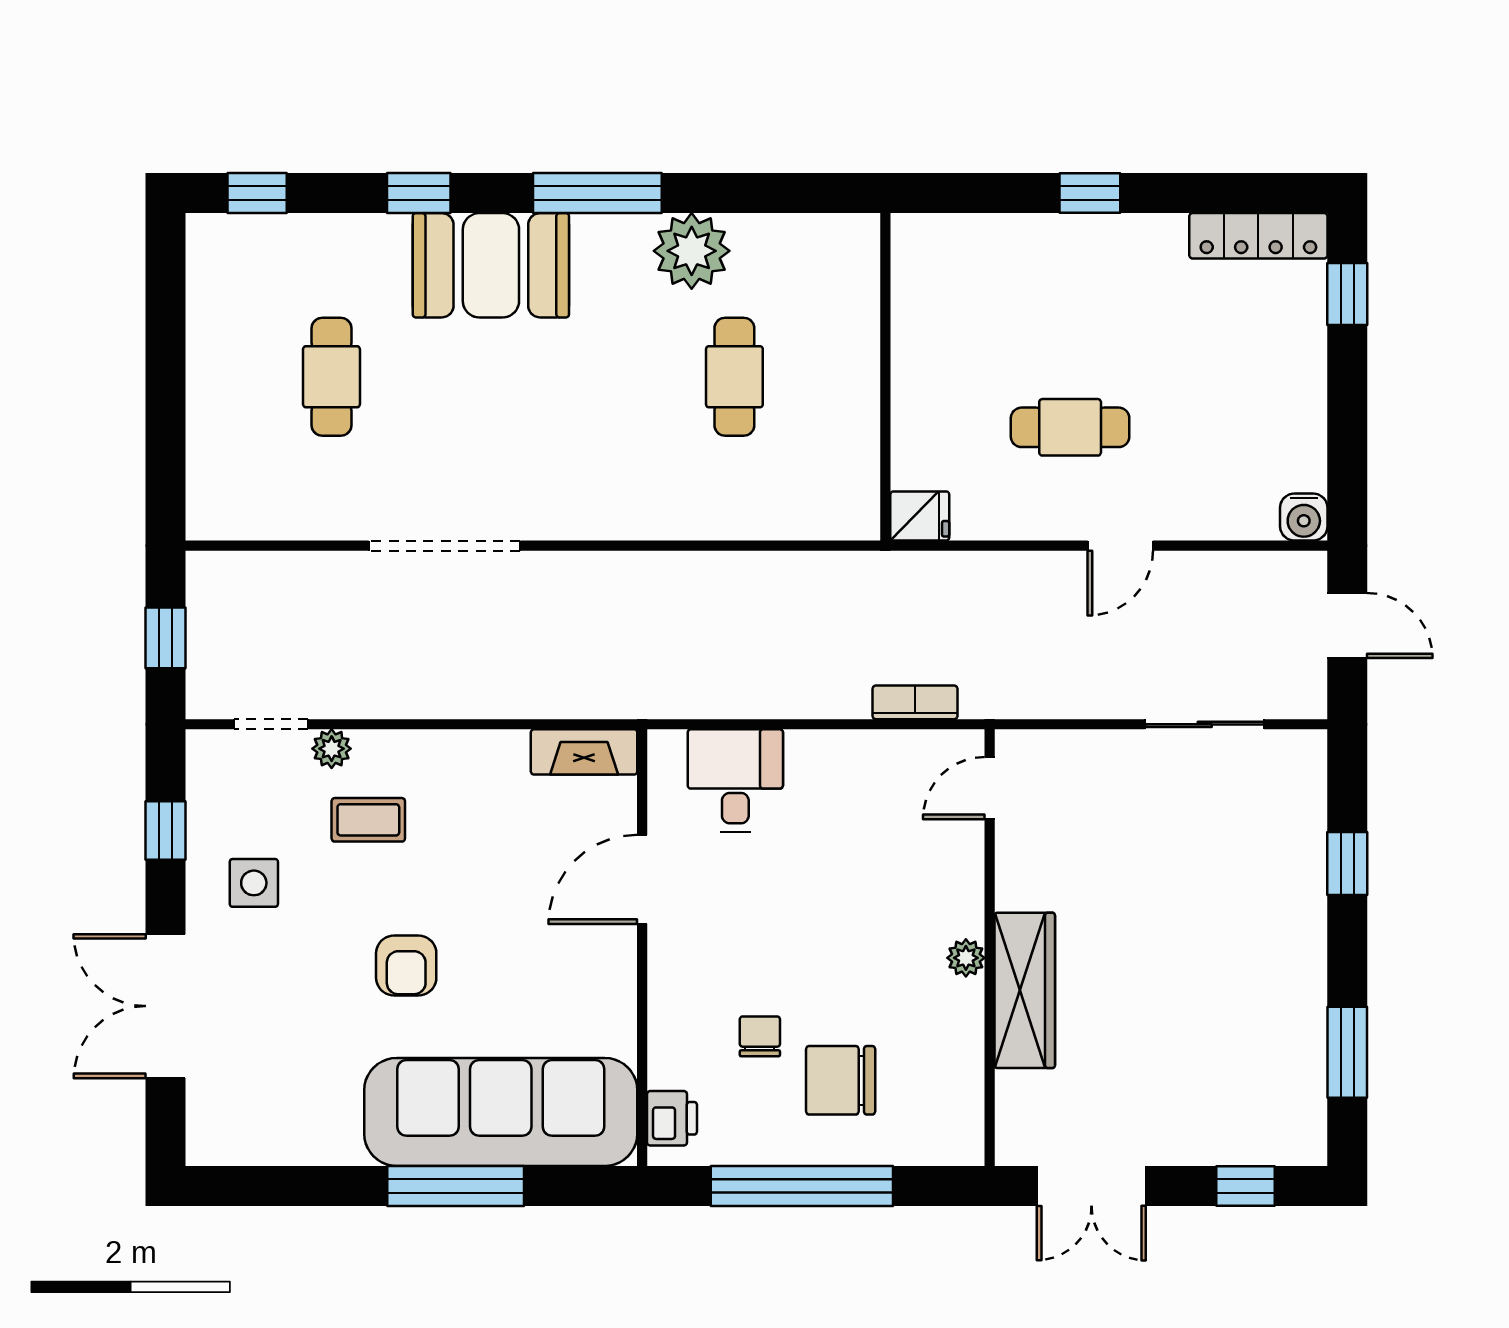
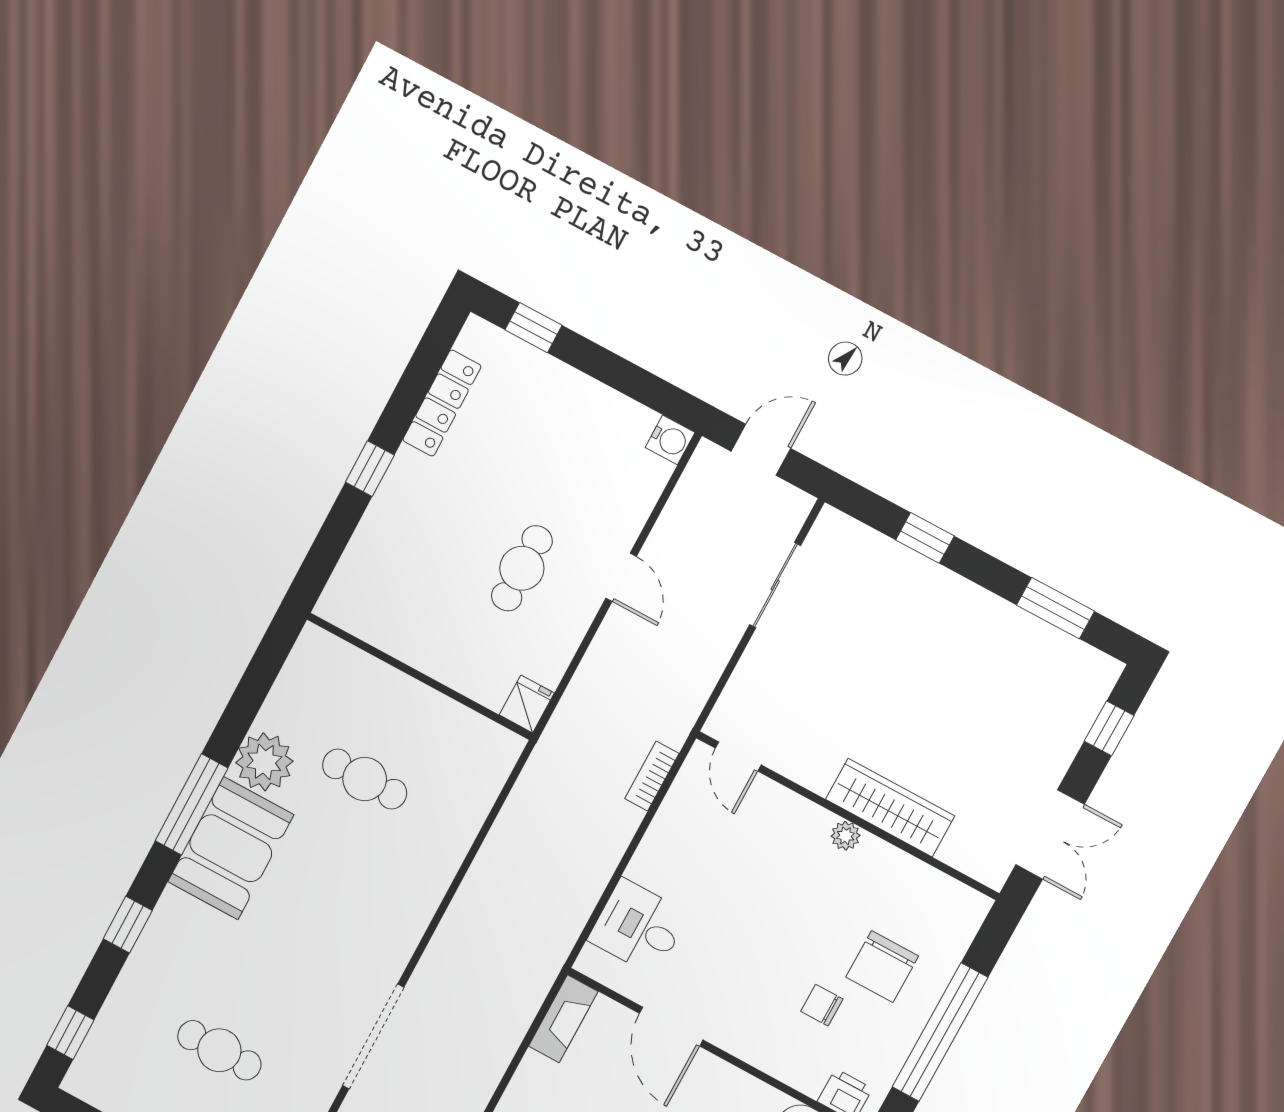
locker: (1258, 236) -> (442, 403), moved
booth: (491, 265) -> (231, 848), moved

